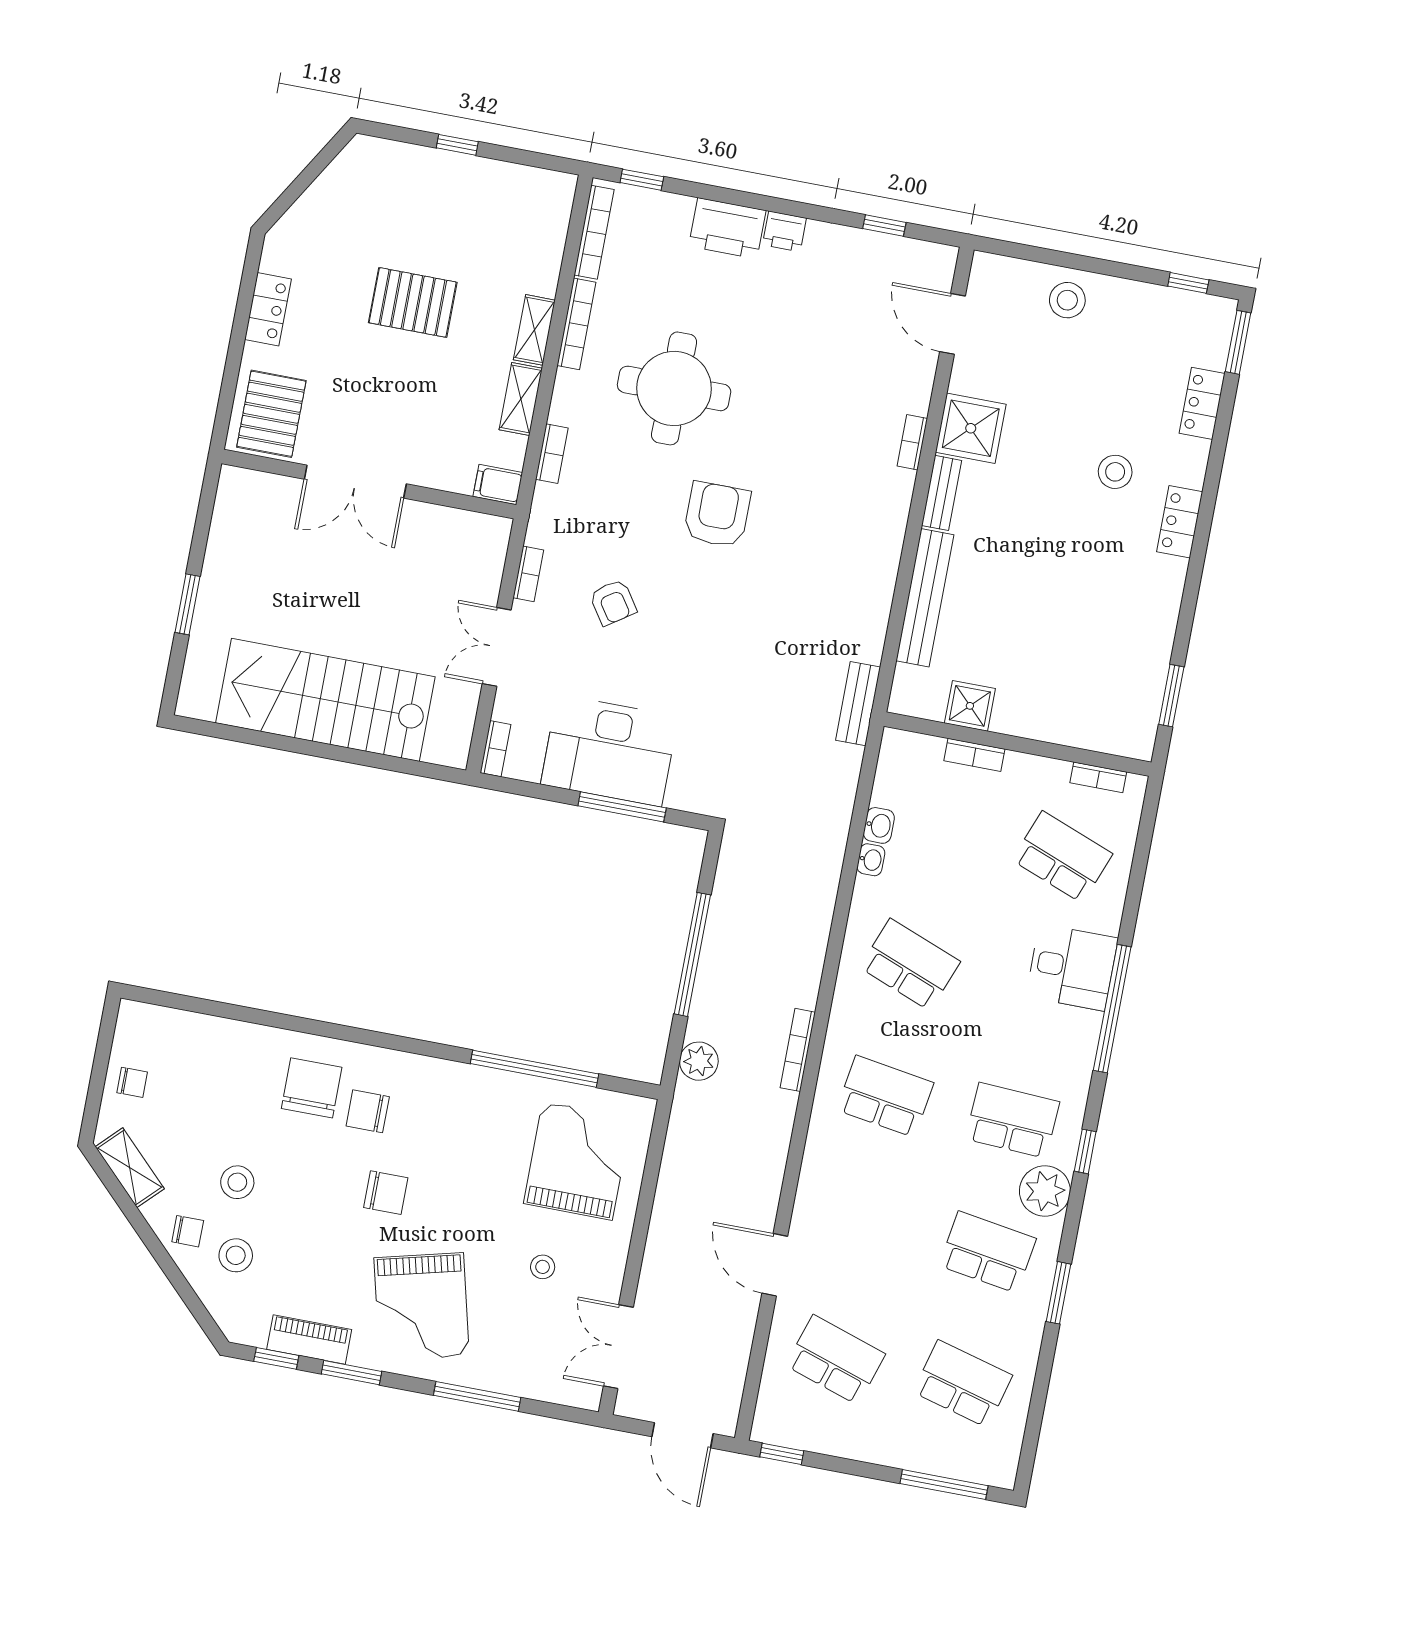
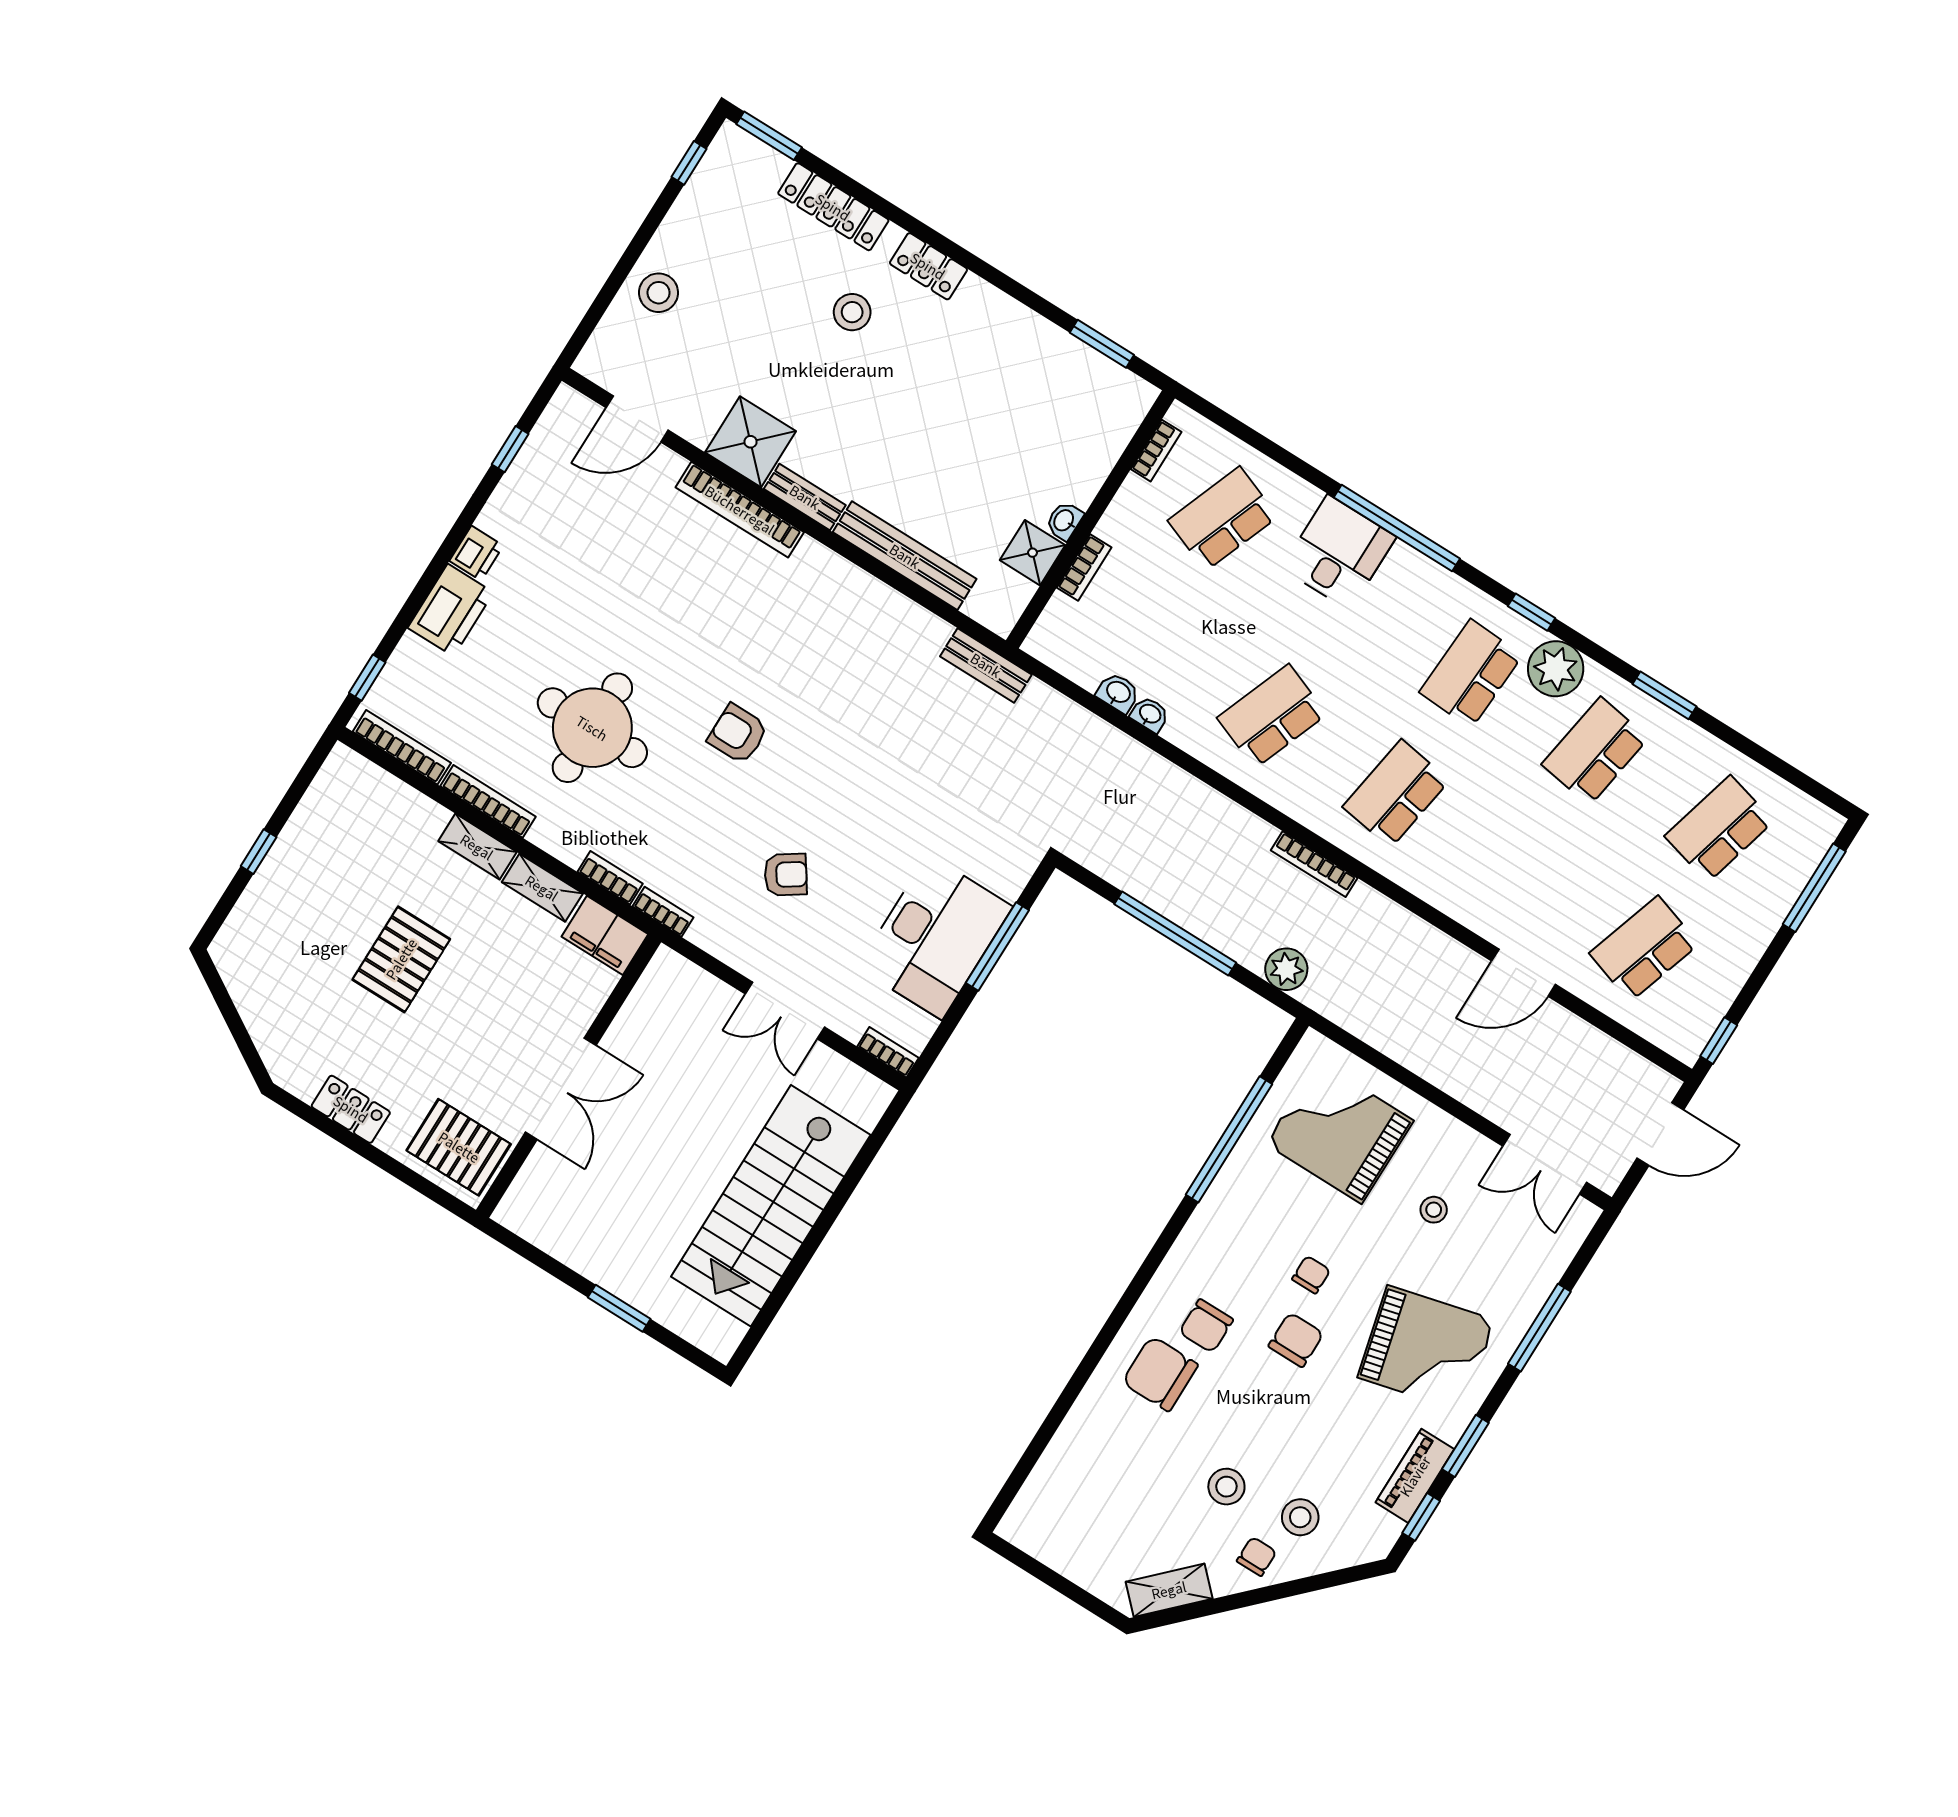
locker: (1202, 403) -> (833, 207), width x1.53
bookcase: (912, 442) -> (740, 510), width x2.31, depth x1.31
filing cabinet: (498, 485) -> (605, 935), width x2.00
armchair: (717, 515) -> (738, 734), width x0.72, depth x0.72
bookcase: (528, 574) -> (663, 912), moved
washbasin: (1008, 722) -> (1064, 521), added
chair: (132, 1082) -> (1311, 1275), moved

